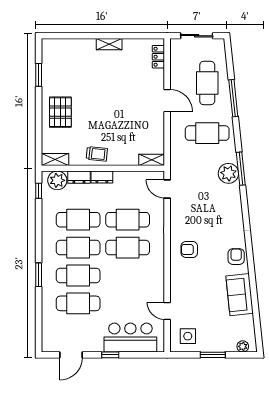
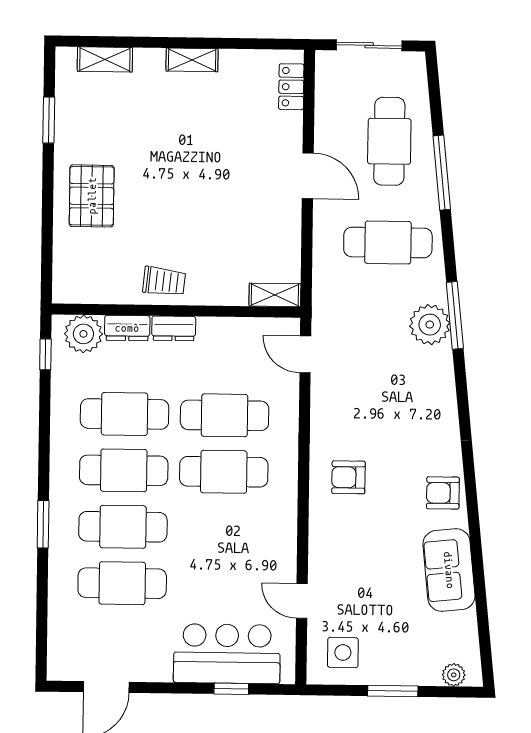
shelving: (55, 159) -> (105, 59), moved
armchair: (236, 257) -> (443, 493), turned -90
window: (110, 355) -> (231, 689), moved

